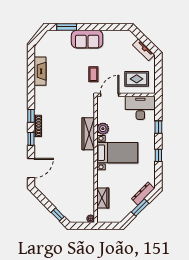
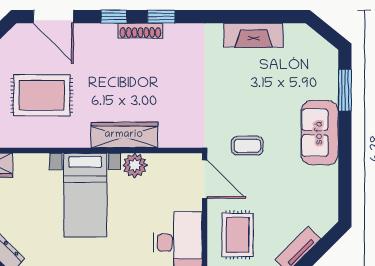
rug: (69, 174) -> (42, 95), added

